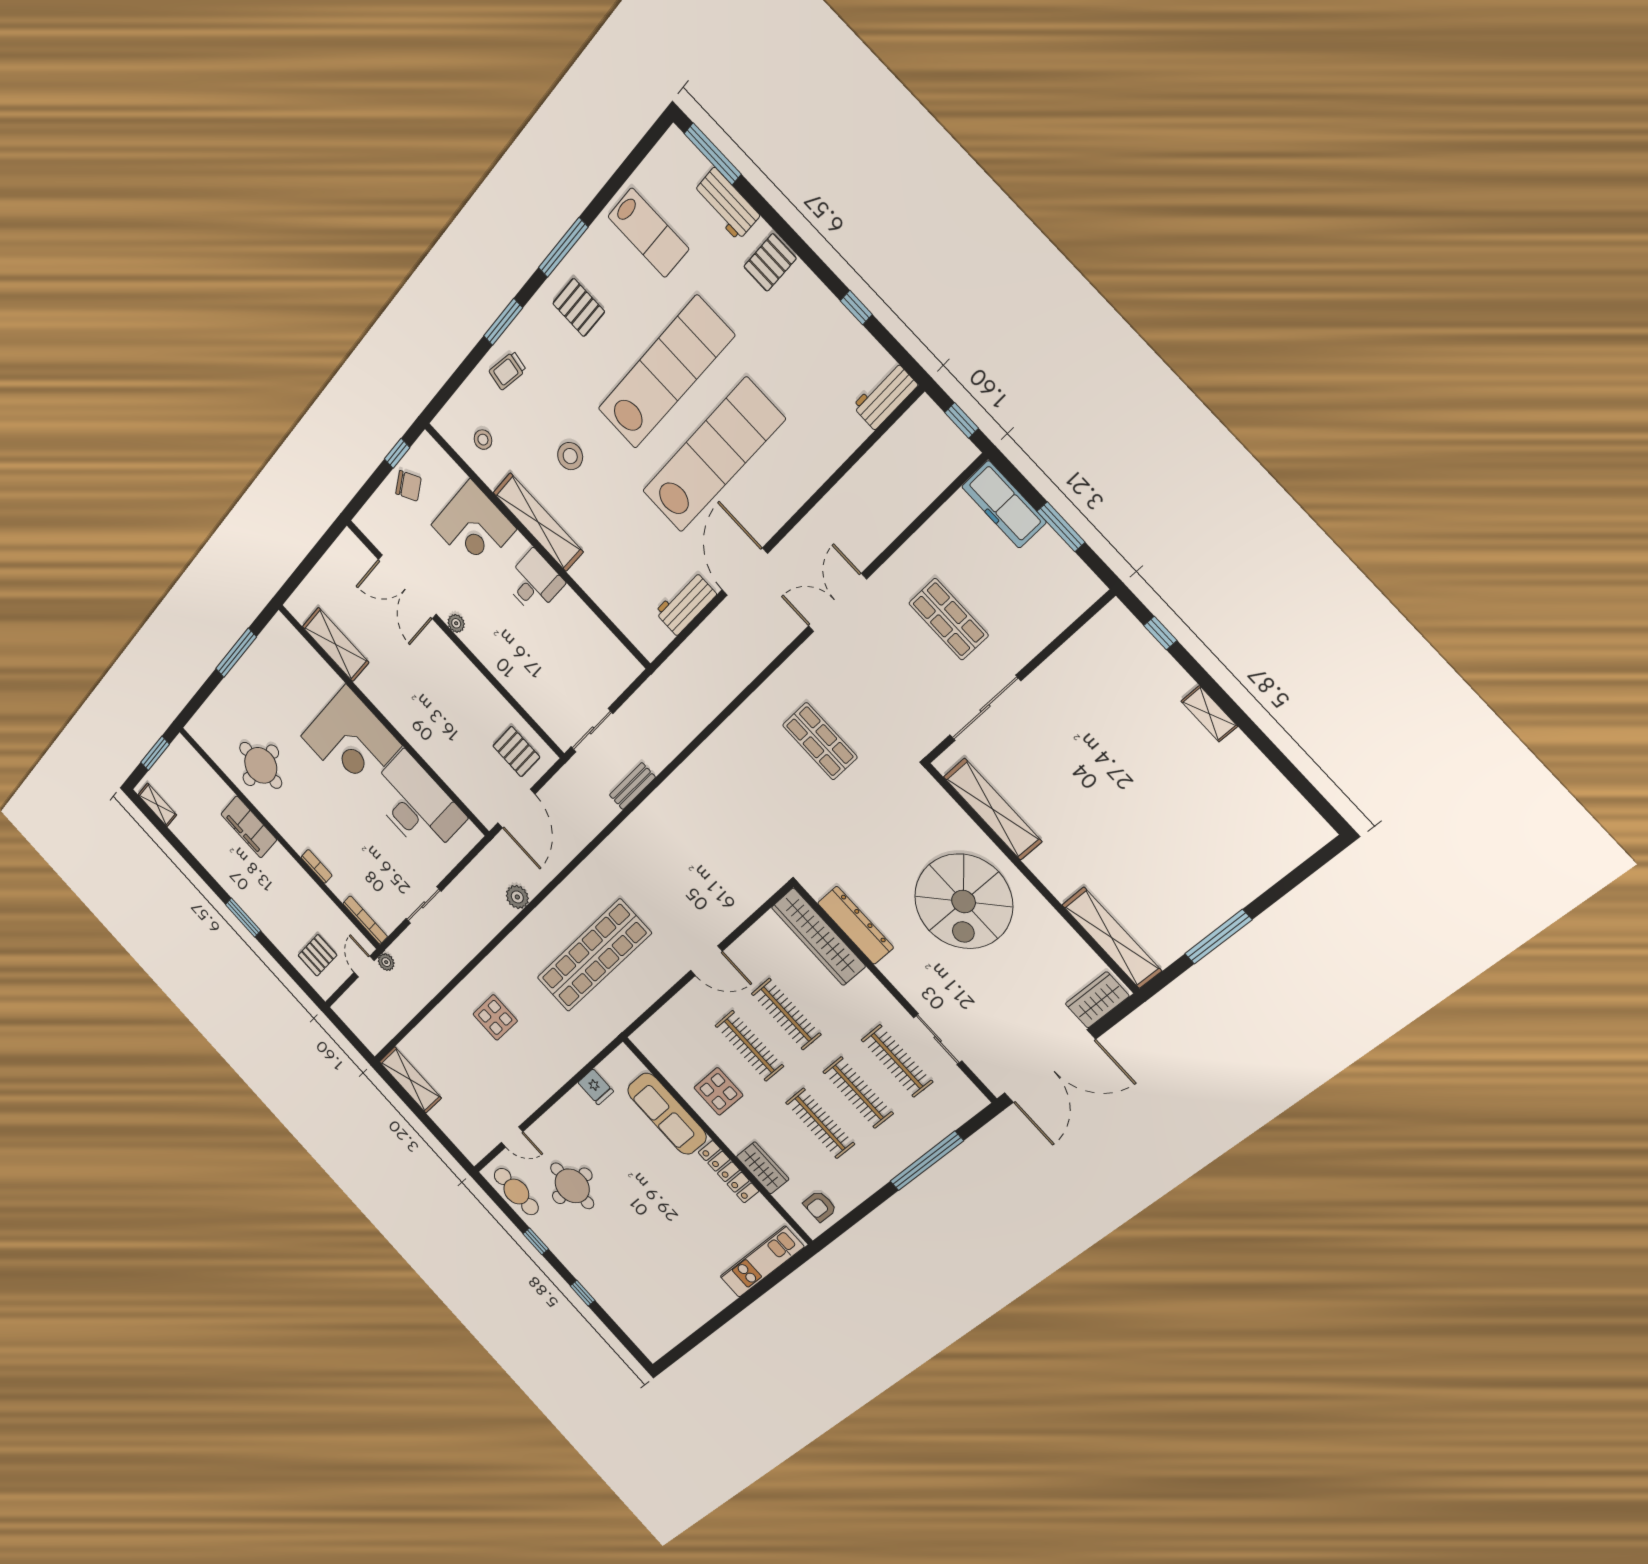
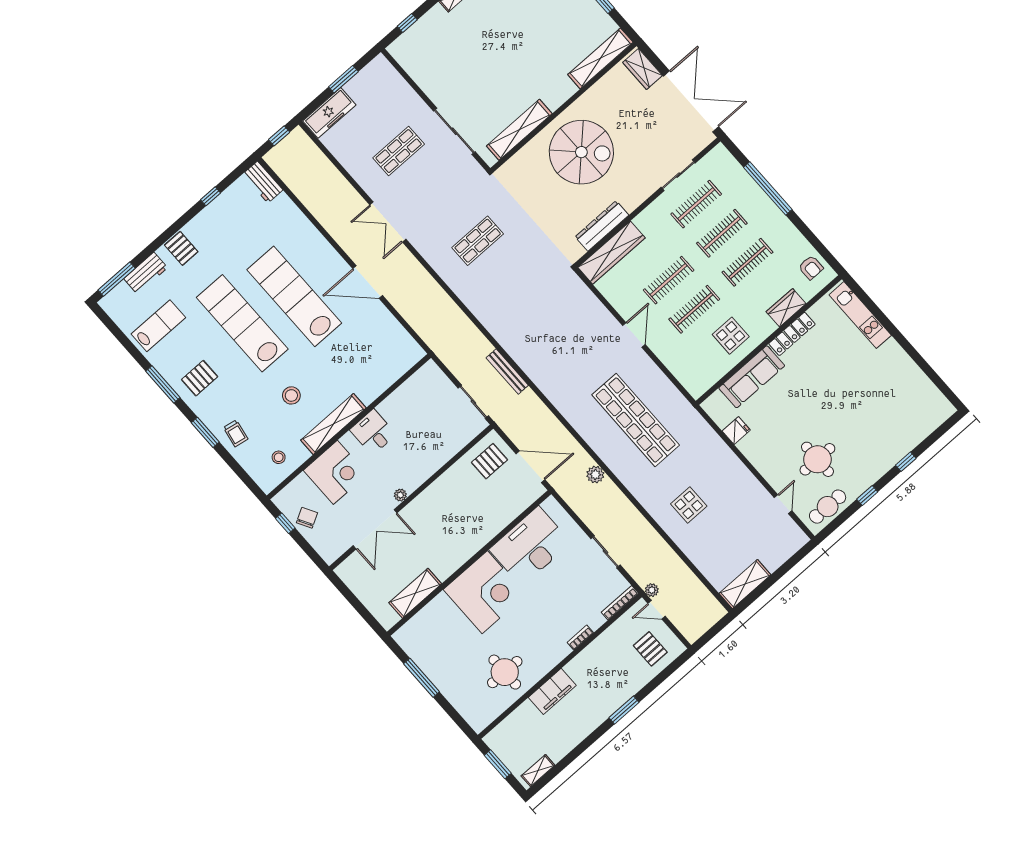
workbench: (686, 603) -> (388, 325), removed
bench: (632, 786) -> (507, 372), width x1.36

